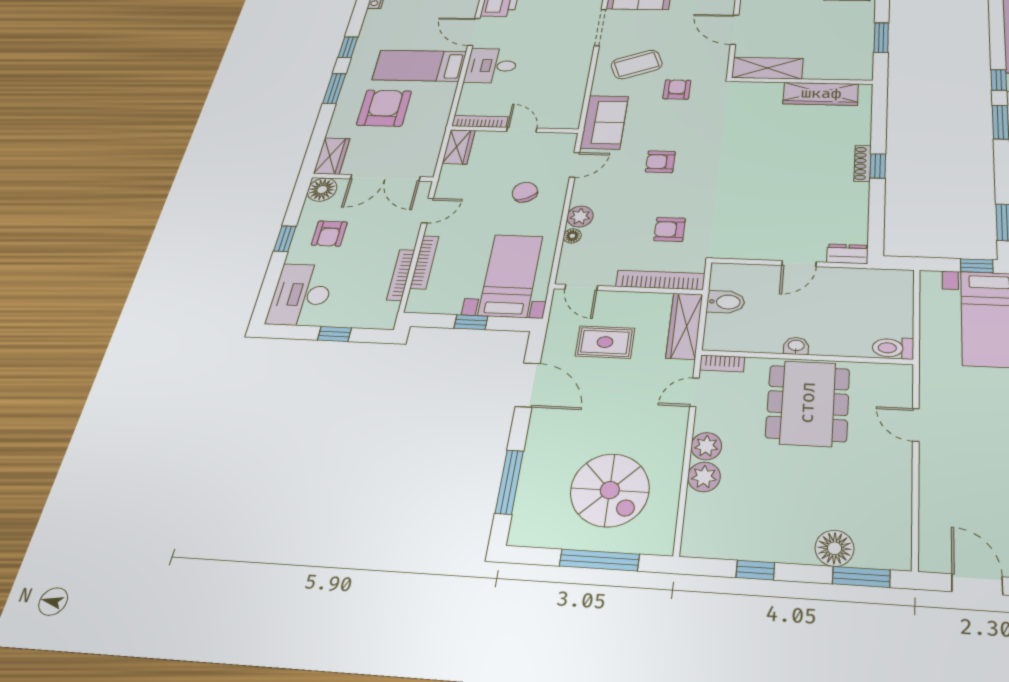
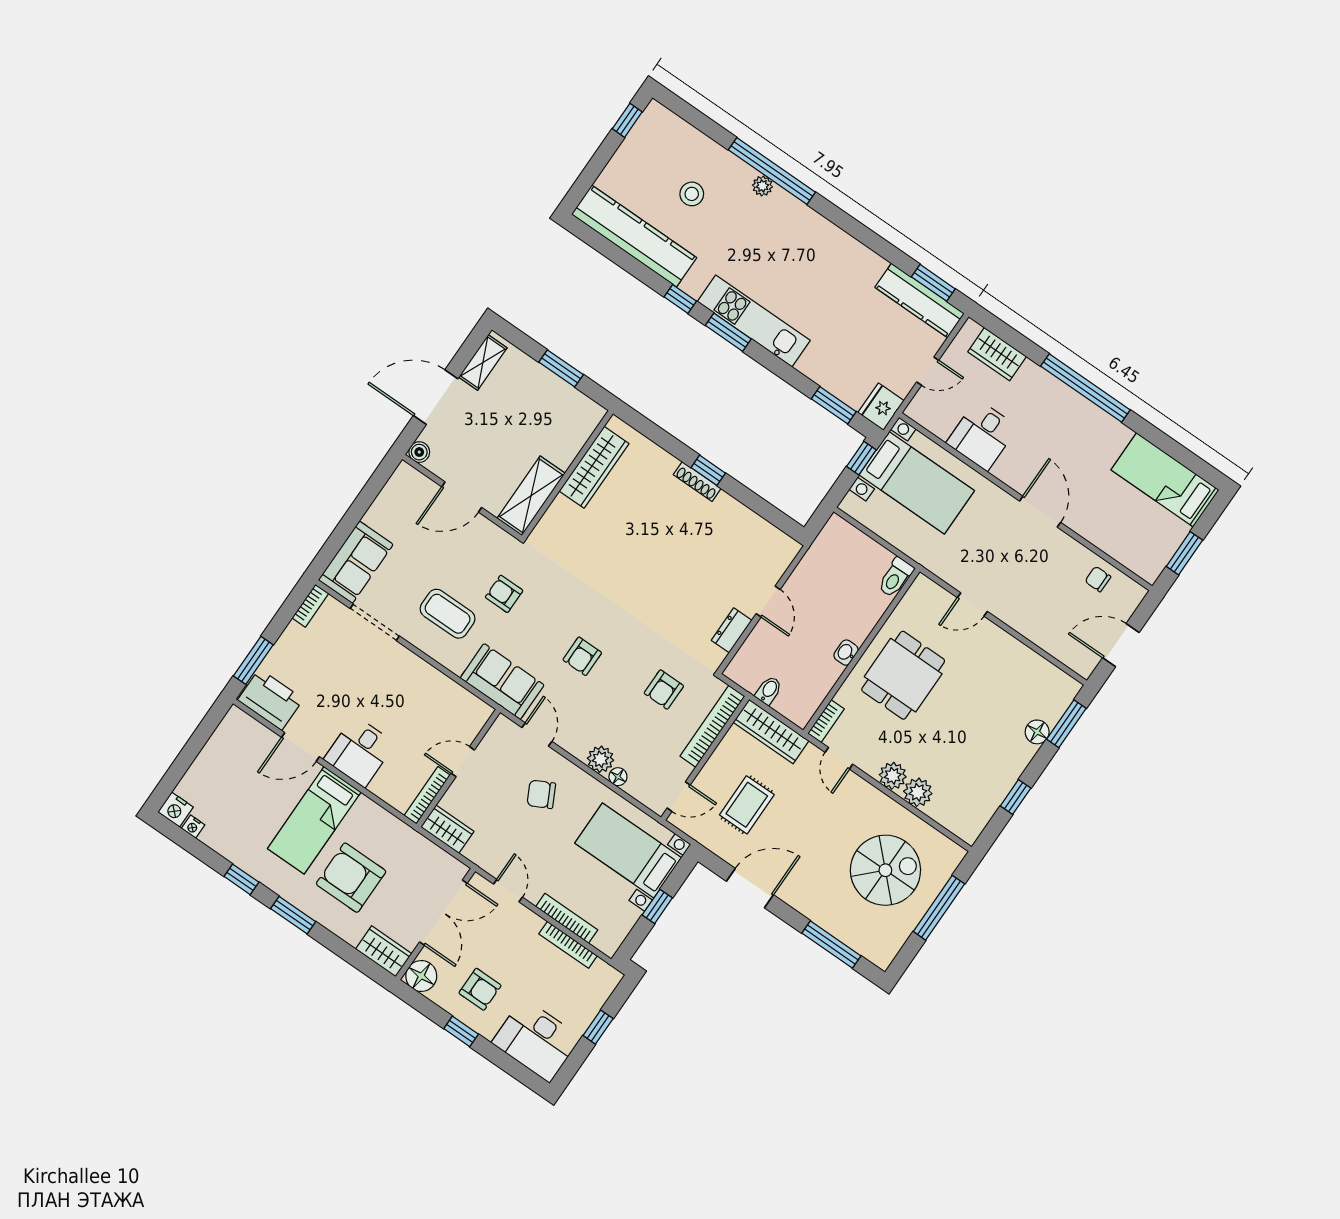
coffee table: (637, 65) -> (448, 614), turned -68
dresser: (847, 254) -> (732, 630), moved
bidet: (726, 302) -> (769, 690), width x0.72, depth x0.74
dining table: (808, 403) -> (903, 675), width x0.73
floor lamp: (834, 548) -> (1037, 732), width x0.73, depth x0.73

